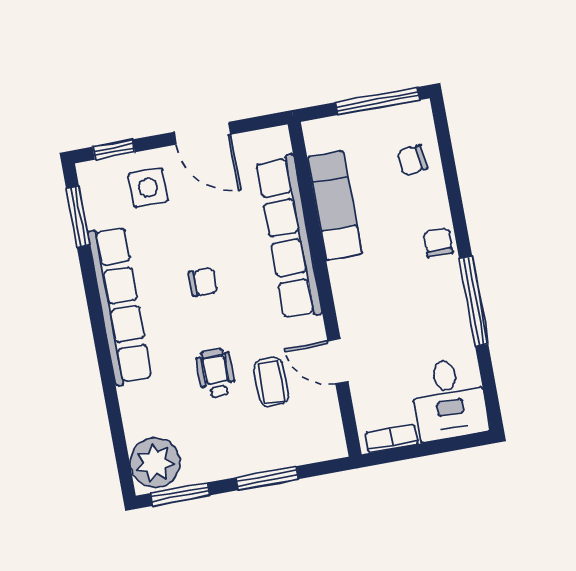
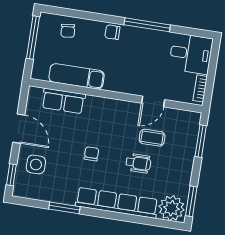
door: (202, 133) -> (19, 129), hinge flipped
window: (78, 217) -> (64, 208), moved
row of seats: (289, 237) -> (63, 101), width x0.50
row of seats: (120, 305) -> (117, 203), moved
wheelchair: (216, 373) -> (138, 163), turned 180
window: (267, 478) -> (201, 141), moved

